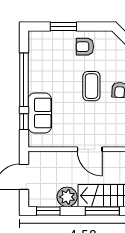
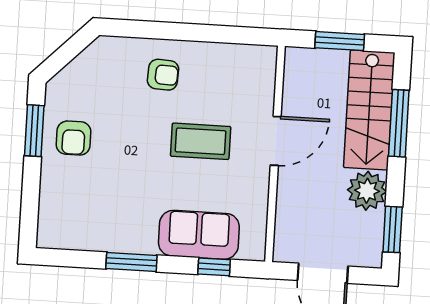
window: (63, 27) -> (34, 131), moved
window: (24, 80) -> (131, 262), width x0.47
coffee table: (91, 86) -> (201, 141), moved

